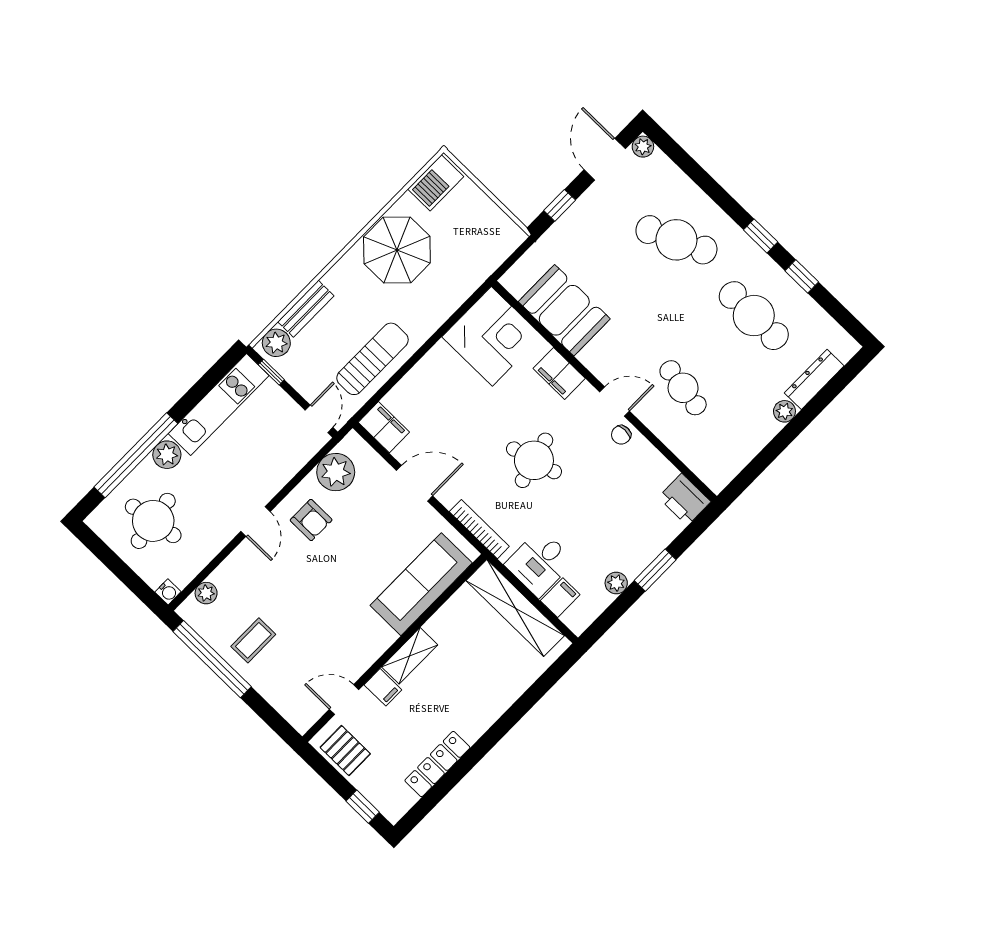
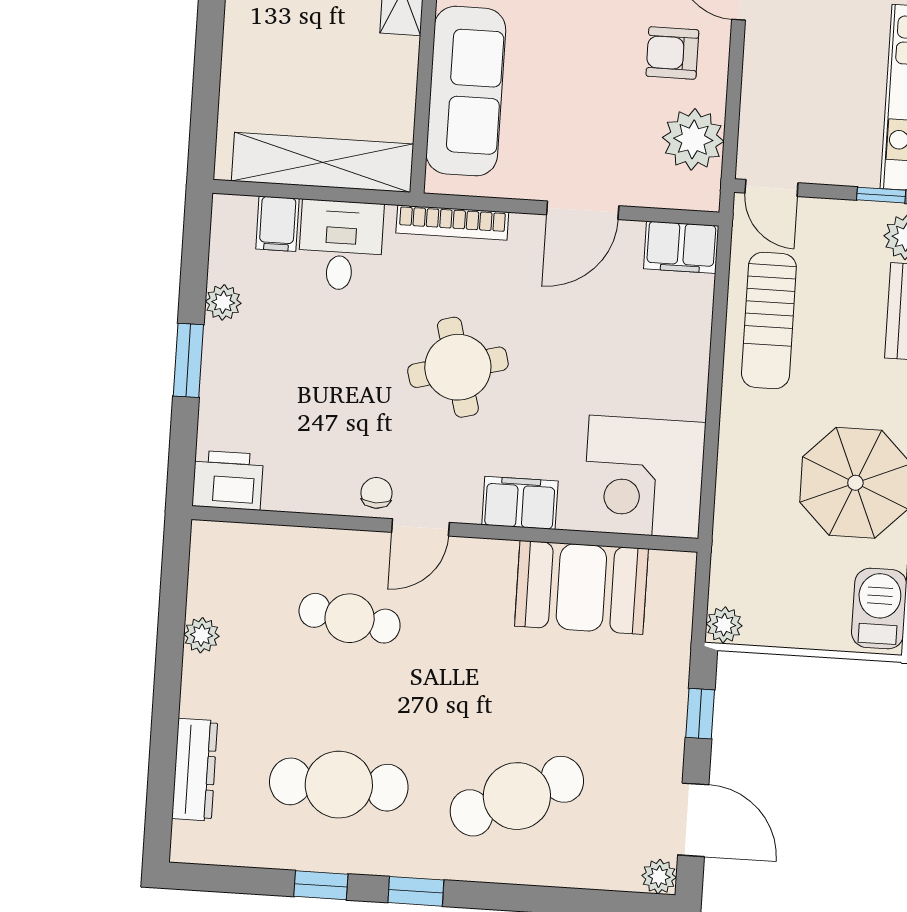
plant: (513, 237) -> (724, 625), added
plant: (784, 411) -> (202, 635), moved

